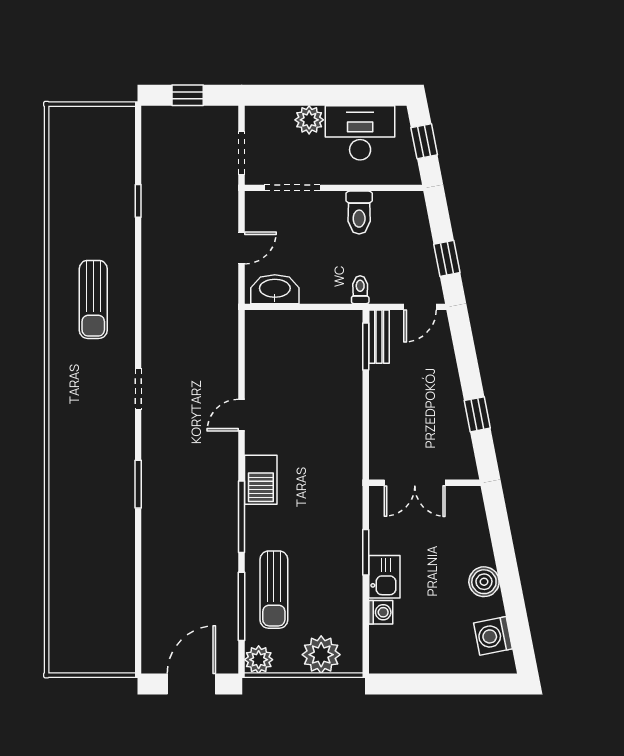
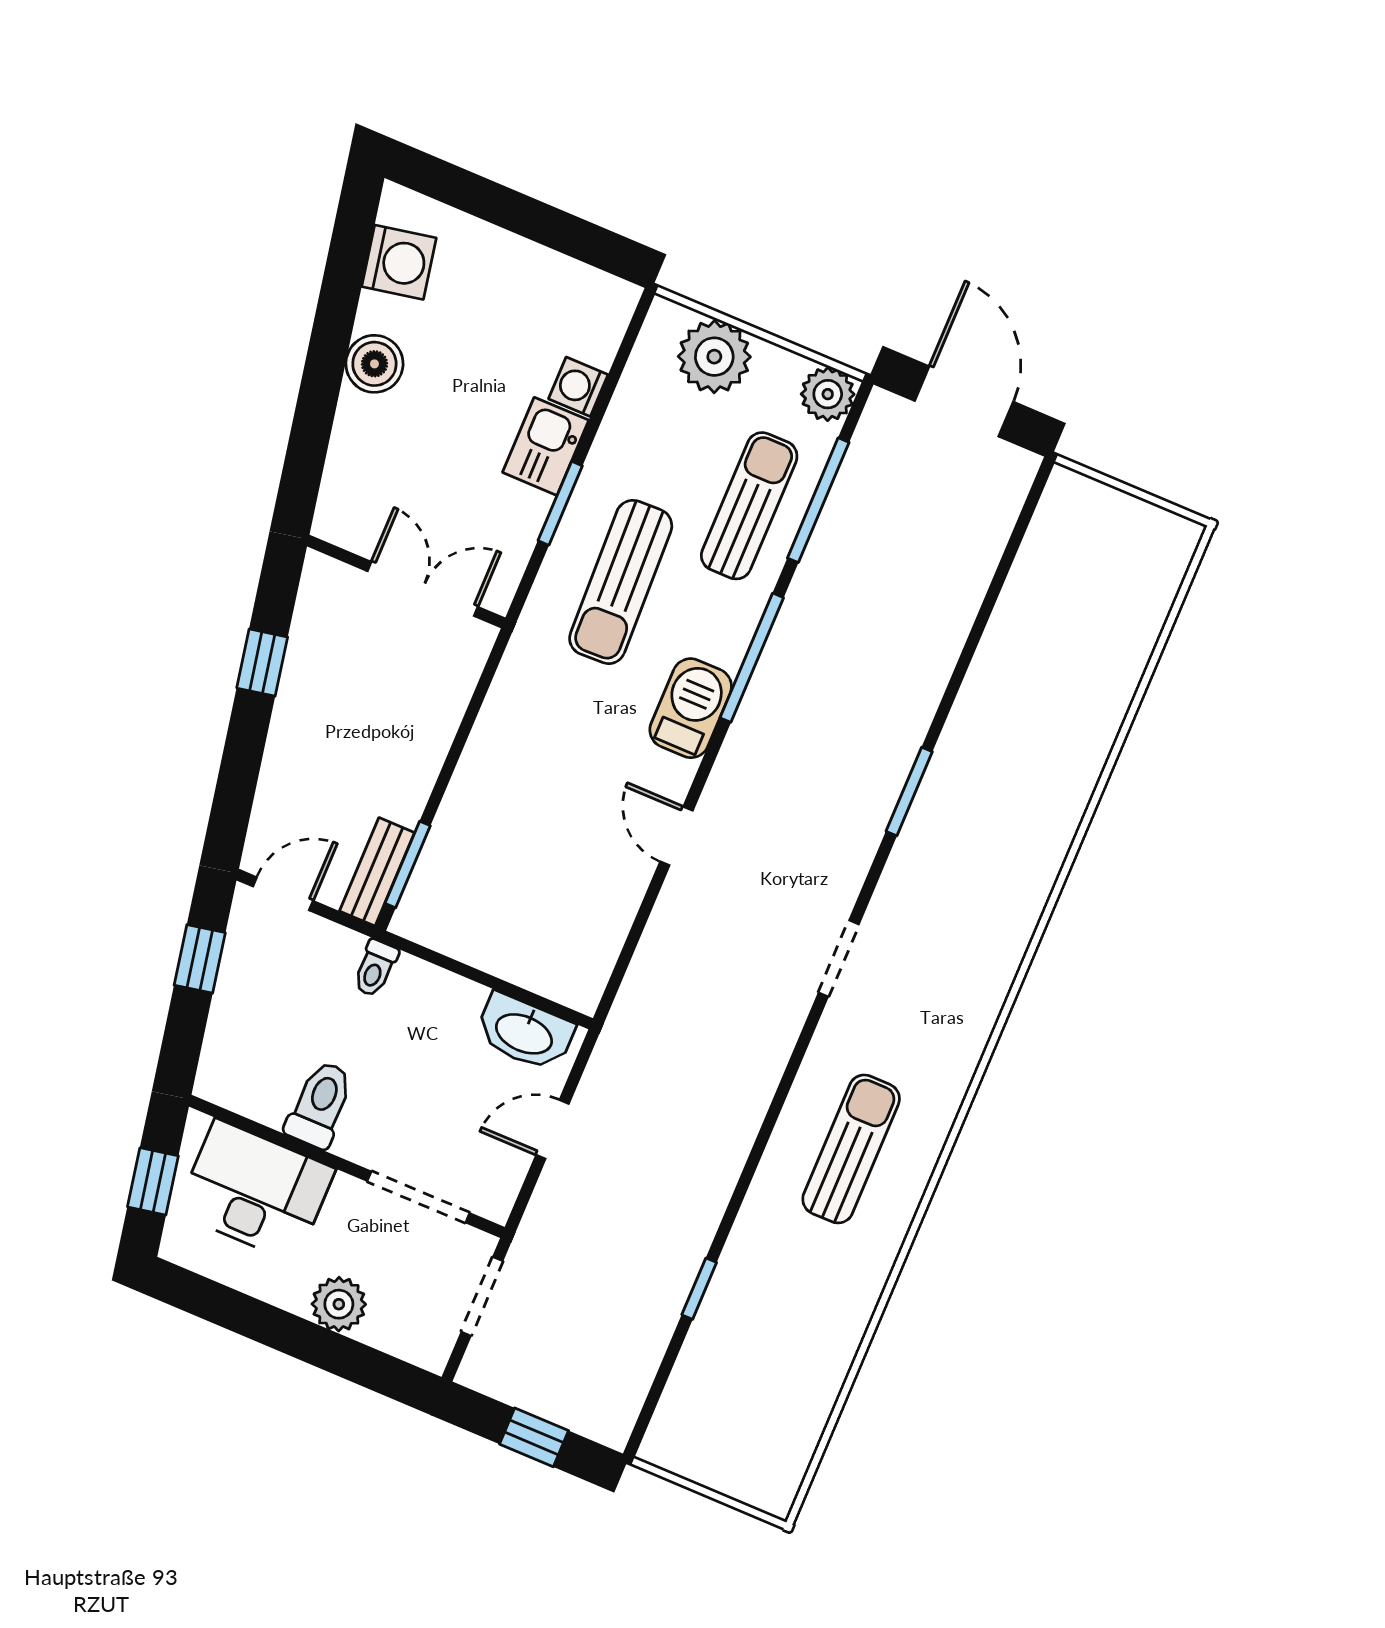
desk: (360, 133) -> (255, 1191), moved, turned 180
door: (242, 415) -> (676, 836), swing flipped
sun lounger: (320, 527) -> (621, 582), added
door: (191, 684) -> (964, 401), swing flipped

